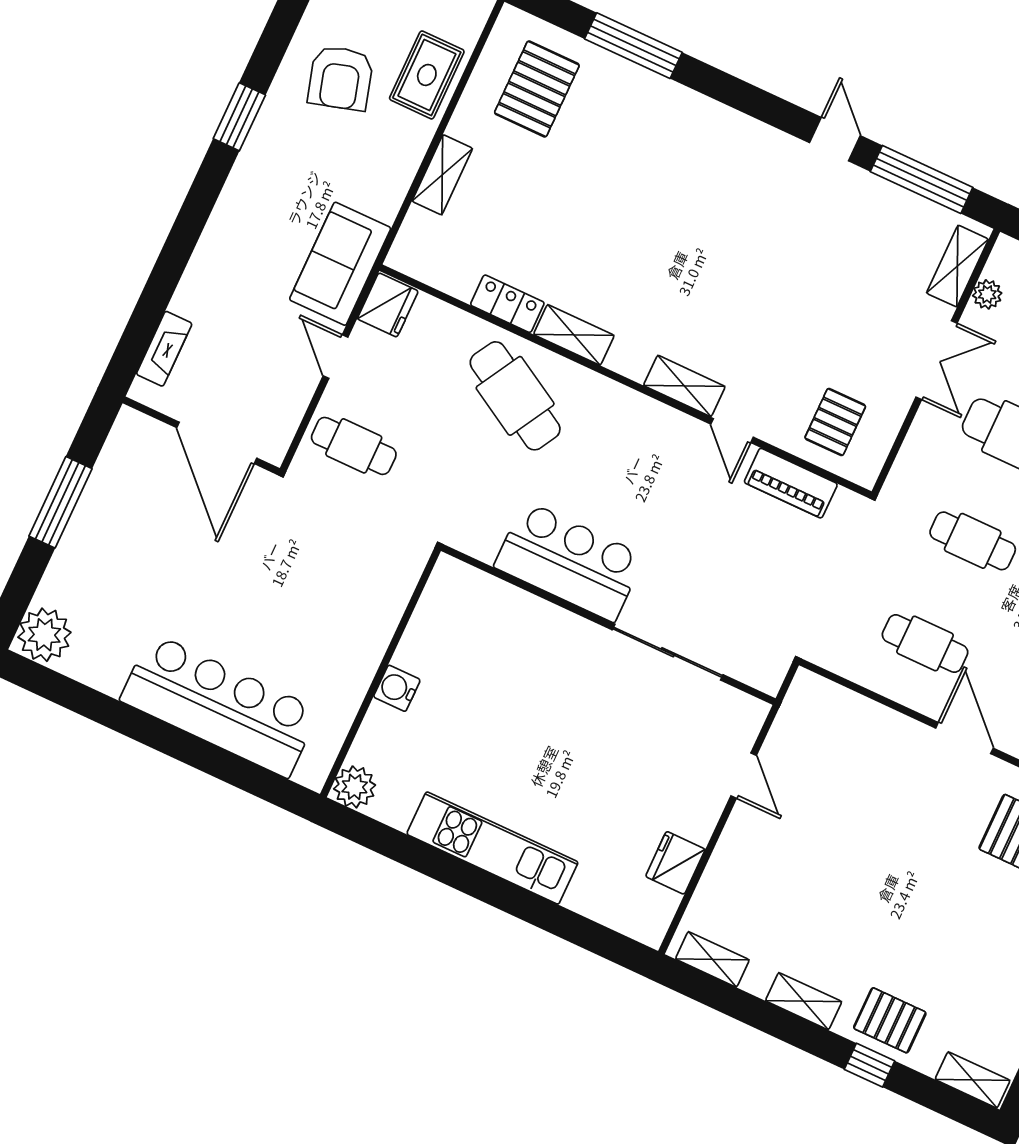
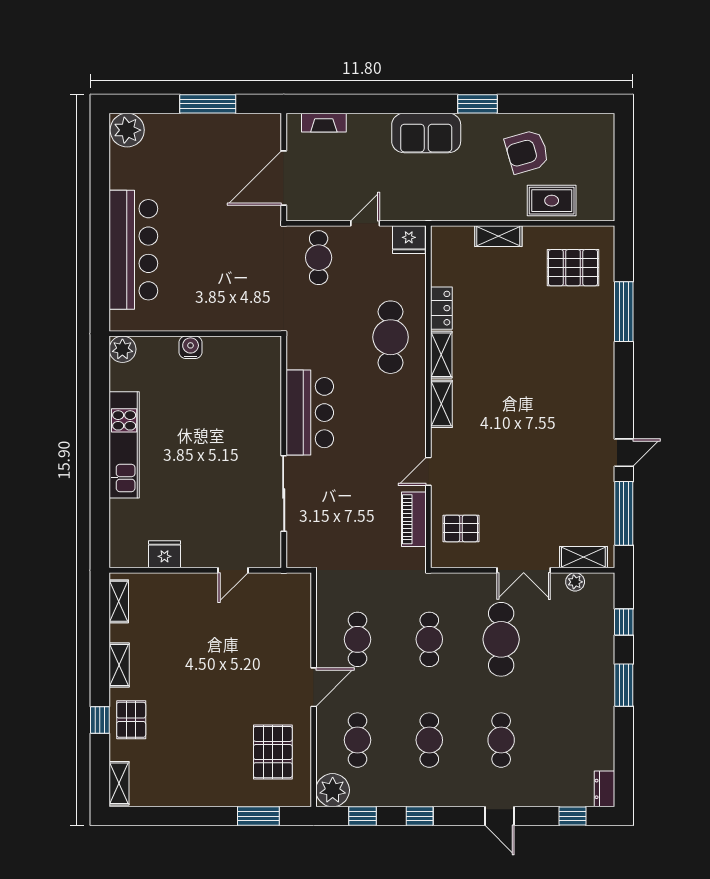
sofa: (340, 264) -> (426, 133), moved, turned 180
shelving: (684, 386) -> (441, 404), moved
cafe table: (515, 396) -> (391, 337), turned -30

